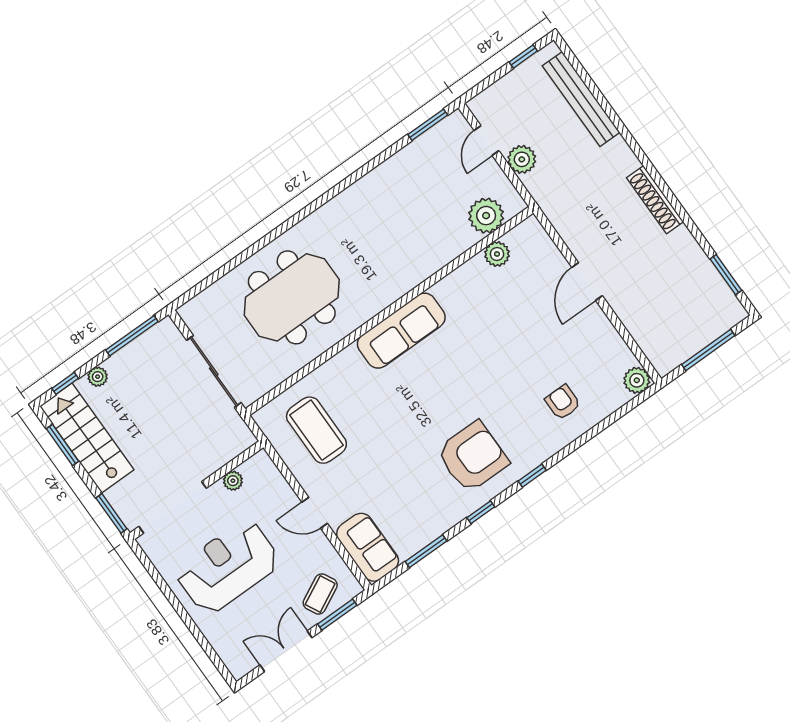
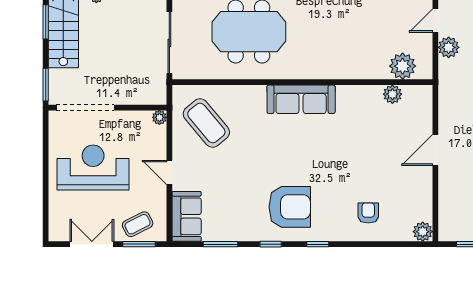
coffee table: (316, 430) -> (206, 123), turned -40
plant: (233, 481) -> (159, 117), moved

